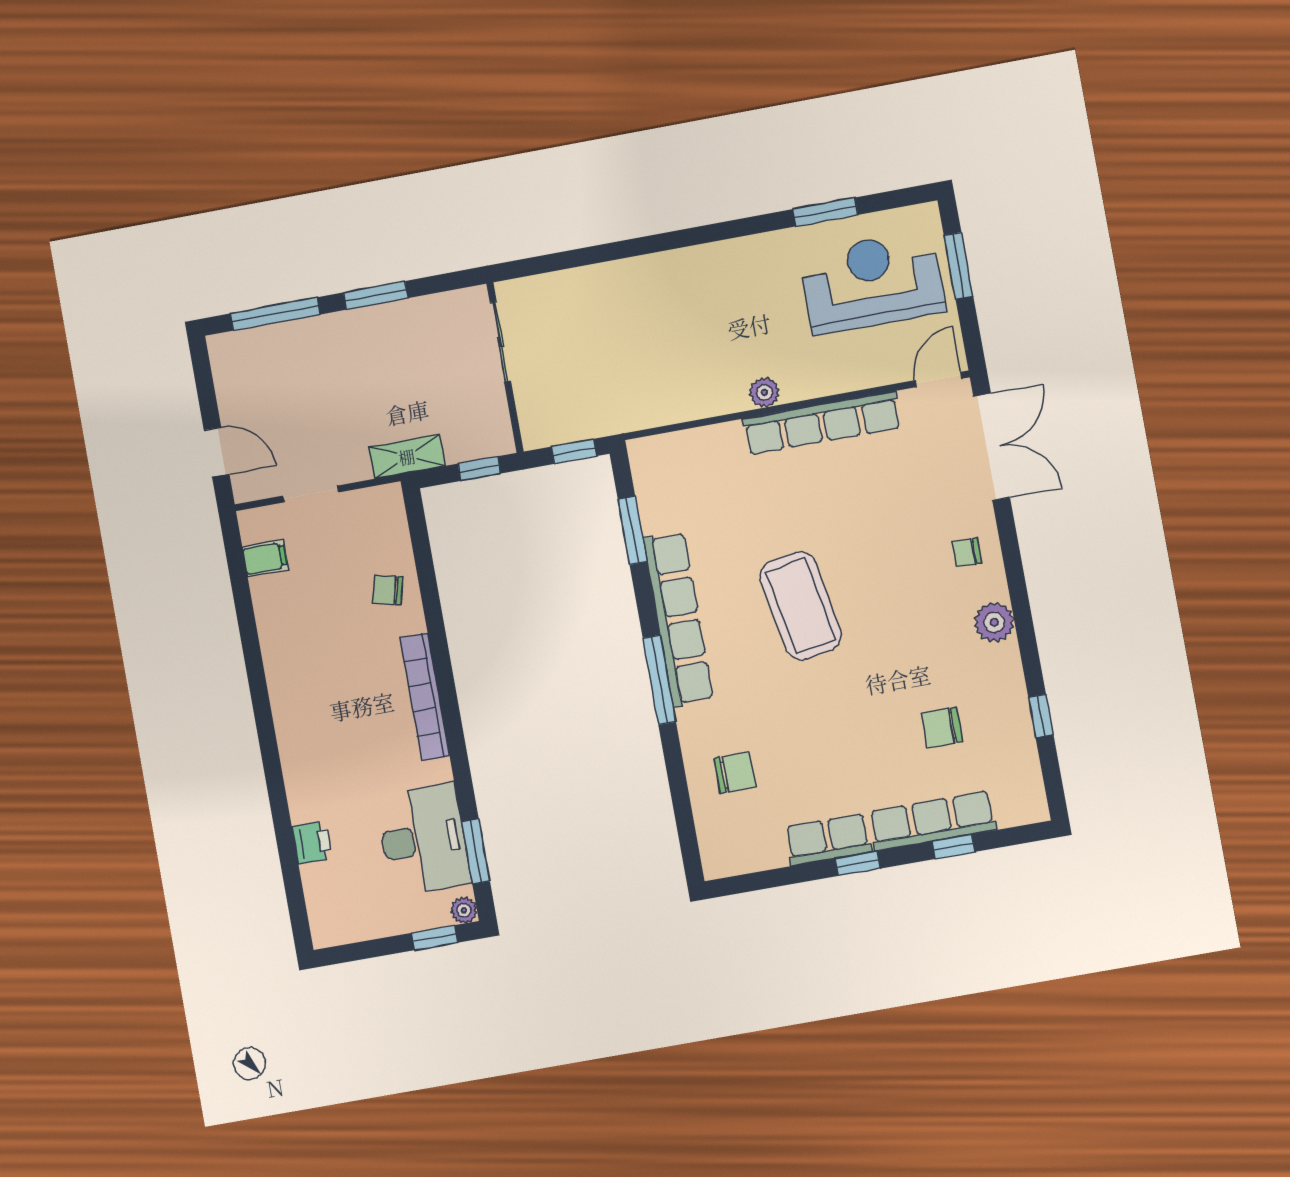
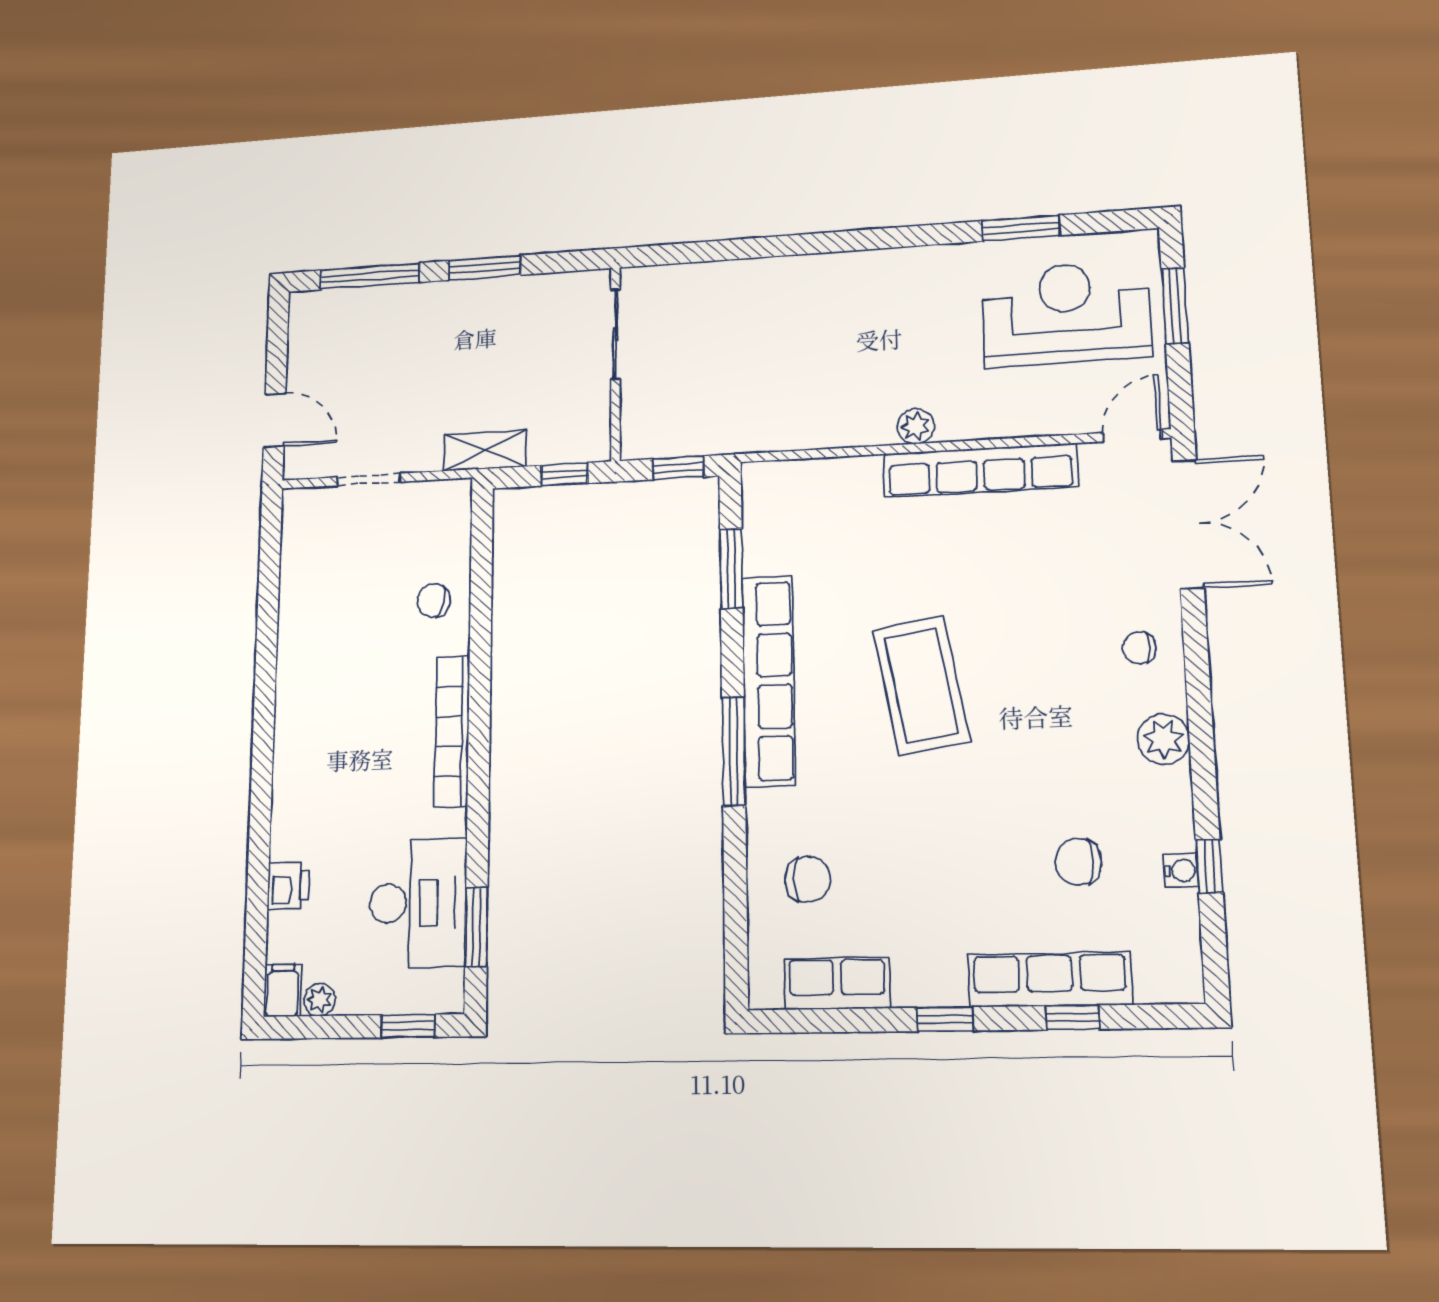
filing cabinet: (265, 558) -> (282, 991), moved, turned -90
water cooler: (1020, 722) -> (1181, 871), added
row of seats: (828, 840) -> (837, 983), moved
plant: (464, 910) -> (319, 1000), moved

